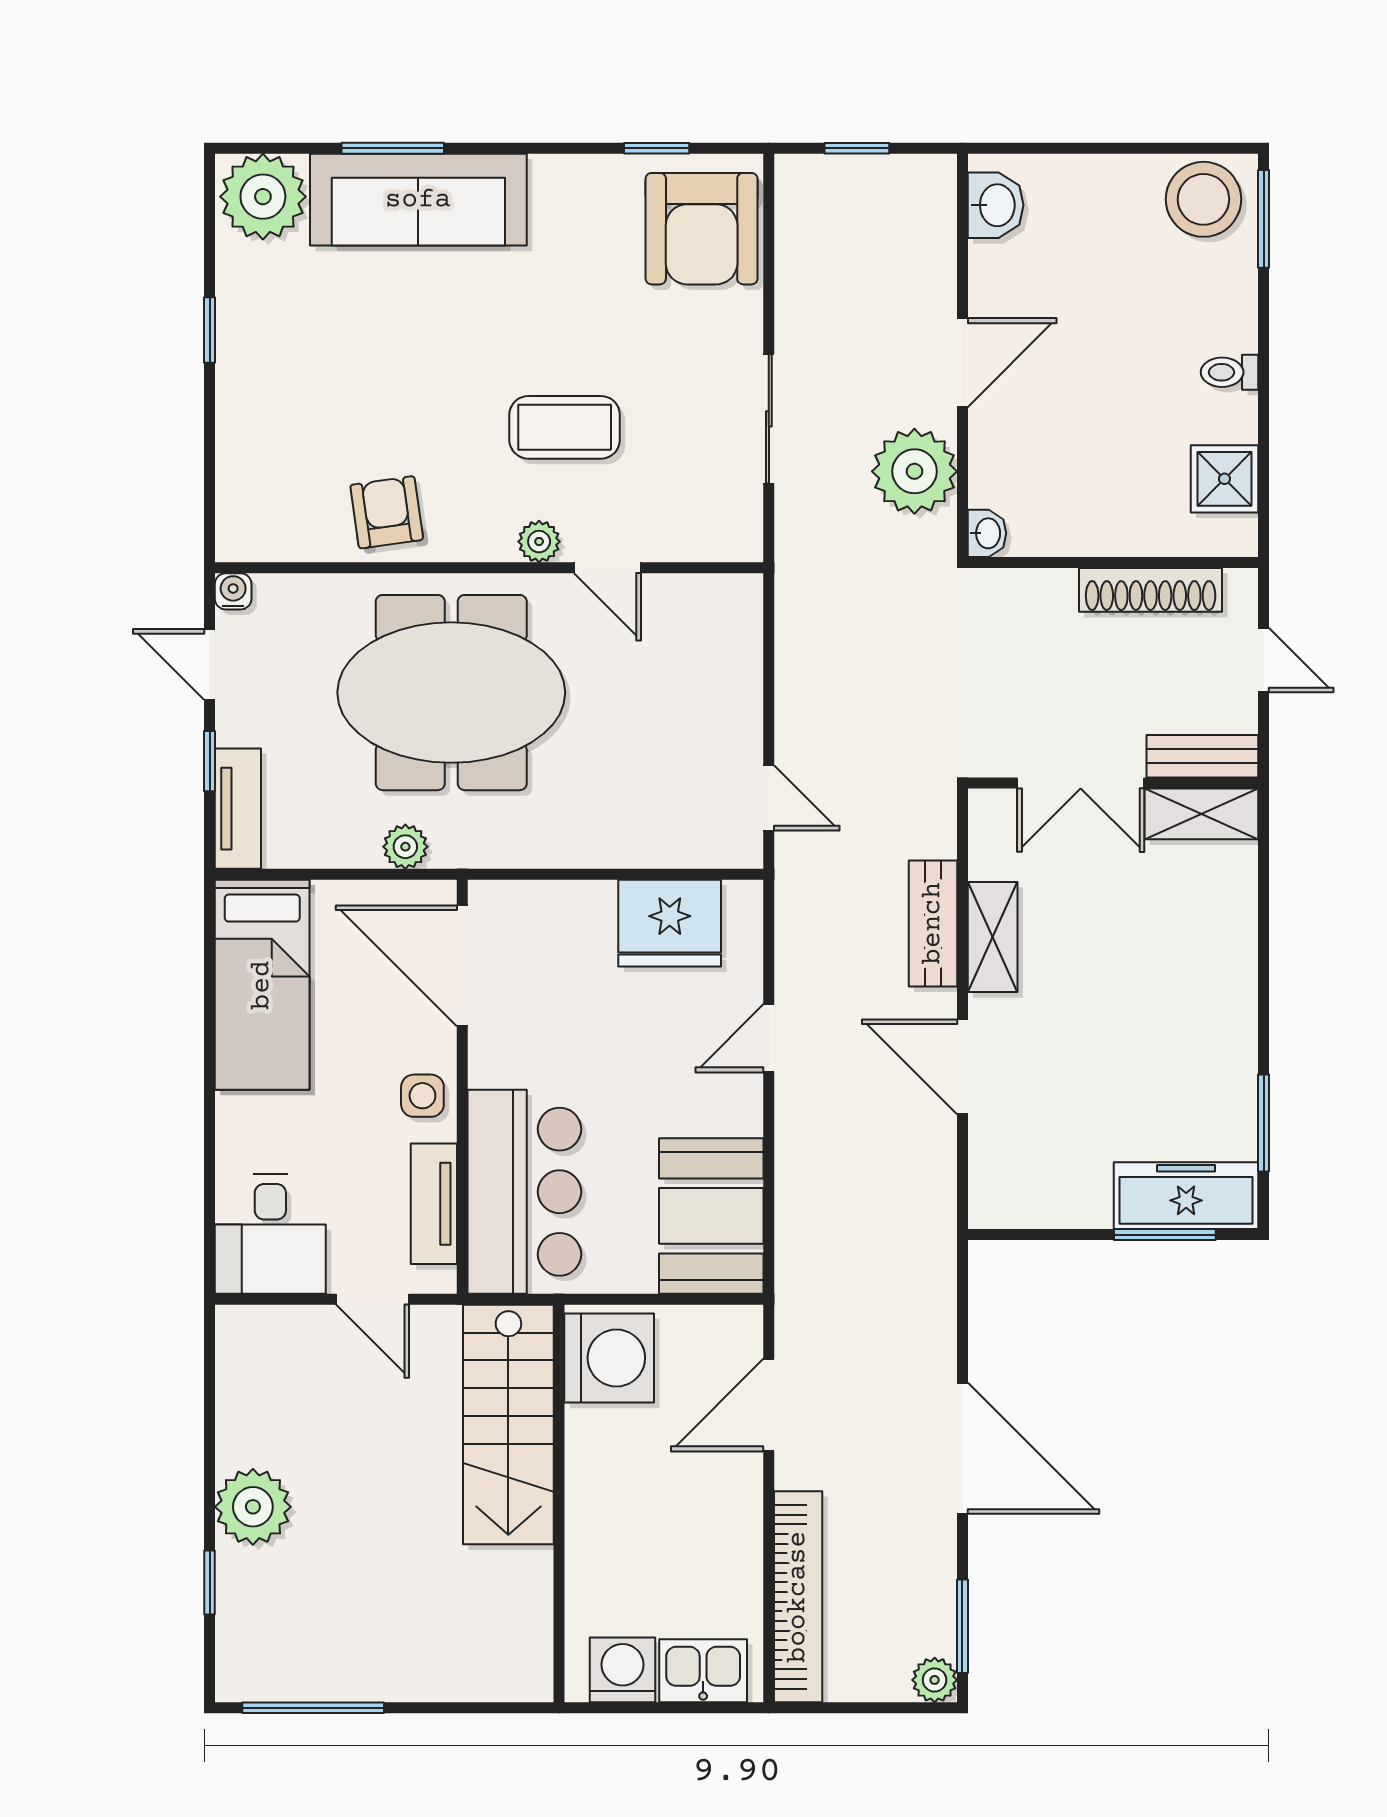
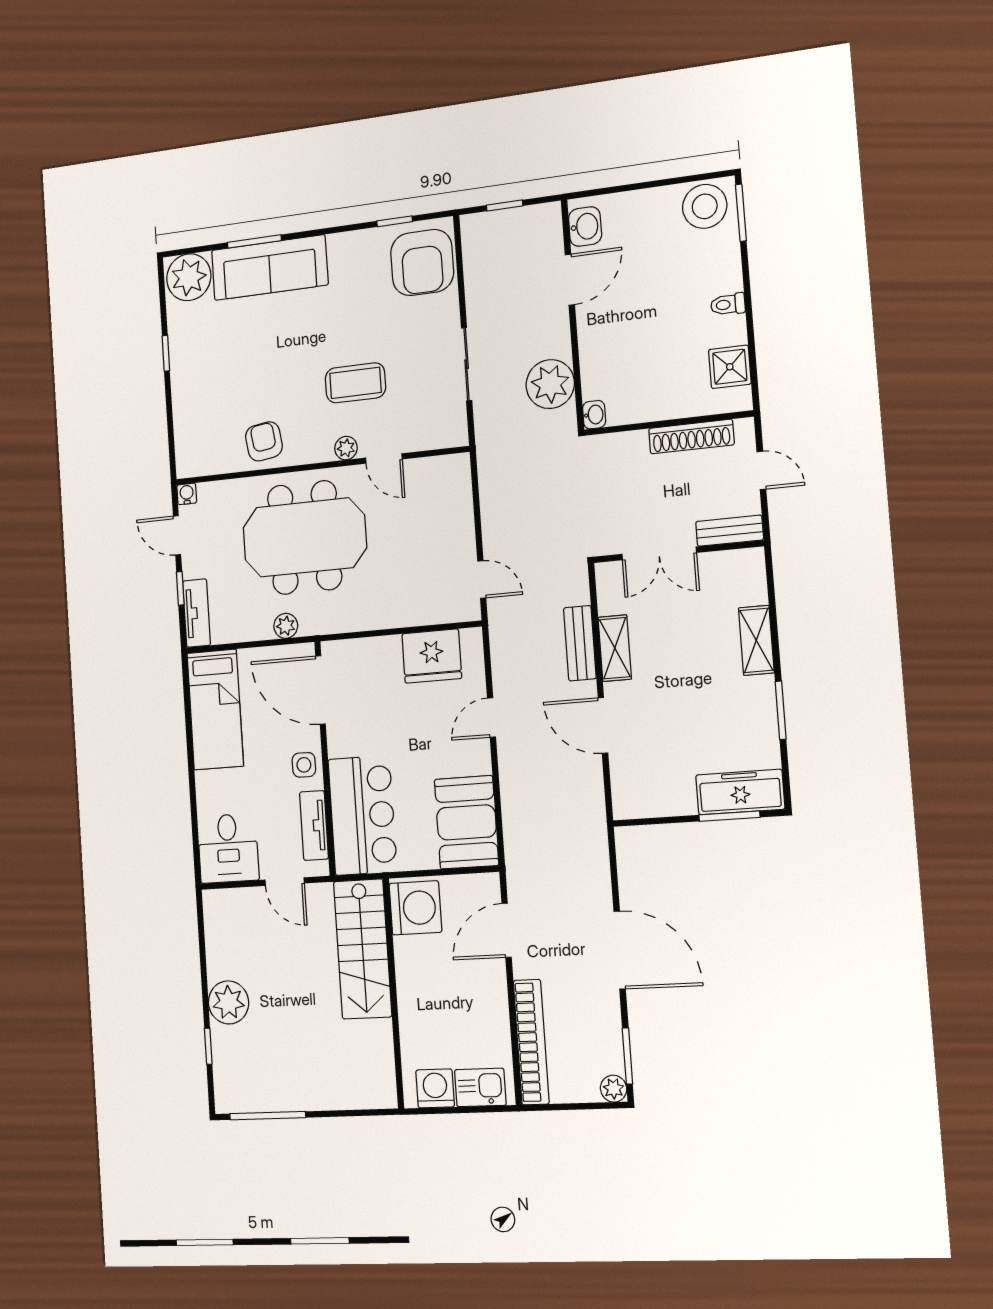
door: (962, 363) -> (570, 280), moved
shelving: (1201, 814) -> (756, 640), moved, turned 90
window: (1264, 1123) -> (781, 710), moved

